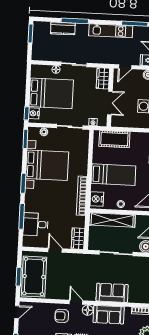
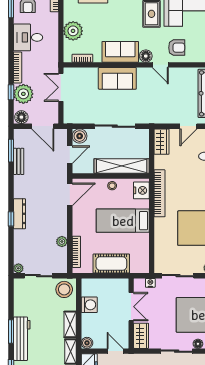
door: (125, 67) -> (115, 351), hinge flipped
double door: (110, 103) -> (131, 307), swing flipped
cot: (114, 139) -> (111, 264), moved
door: (55, 250) -> (188, 126), hinge flipped

